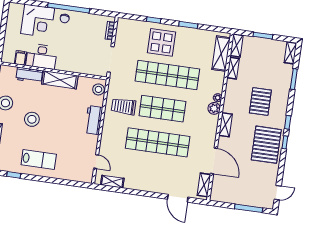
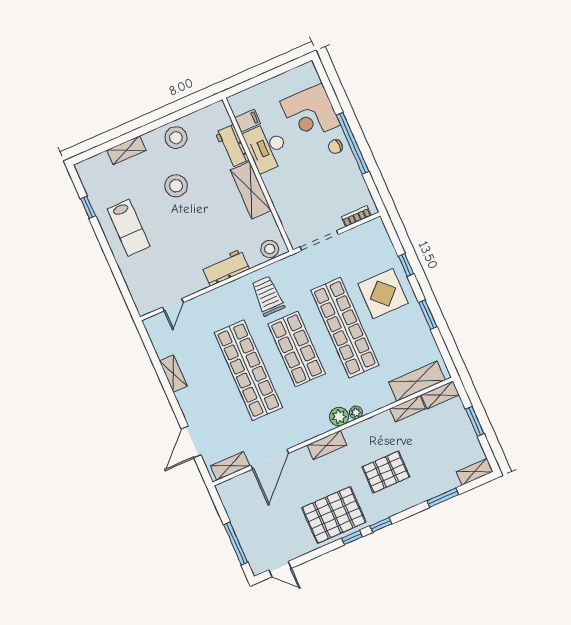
shelving: (112, 182) -> (173, 374), moved

